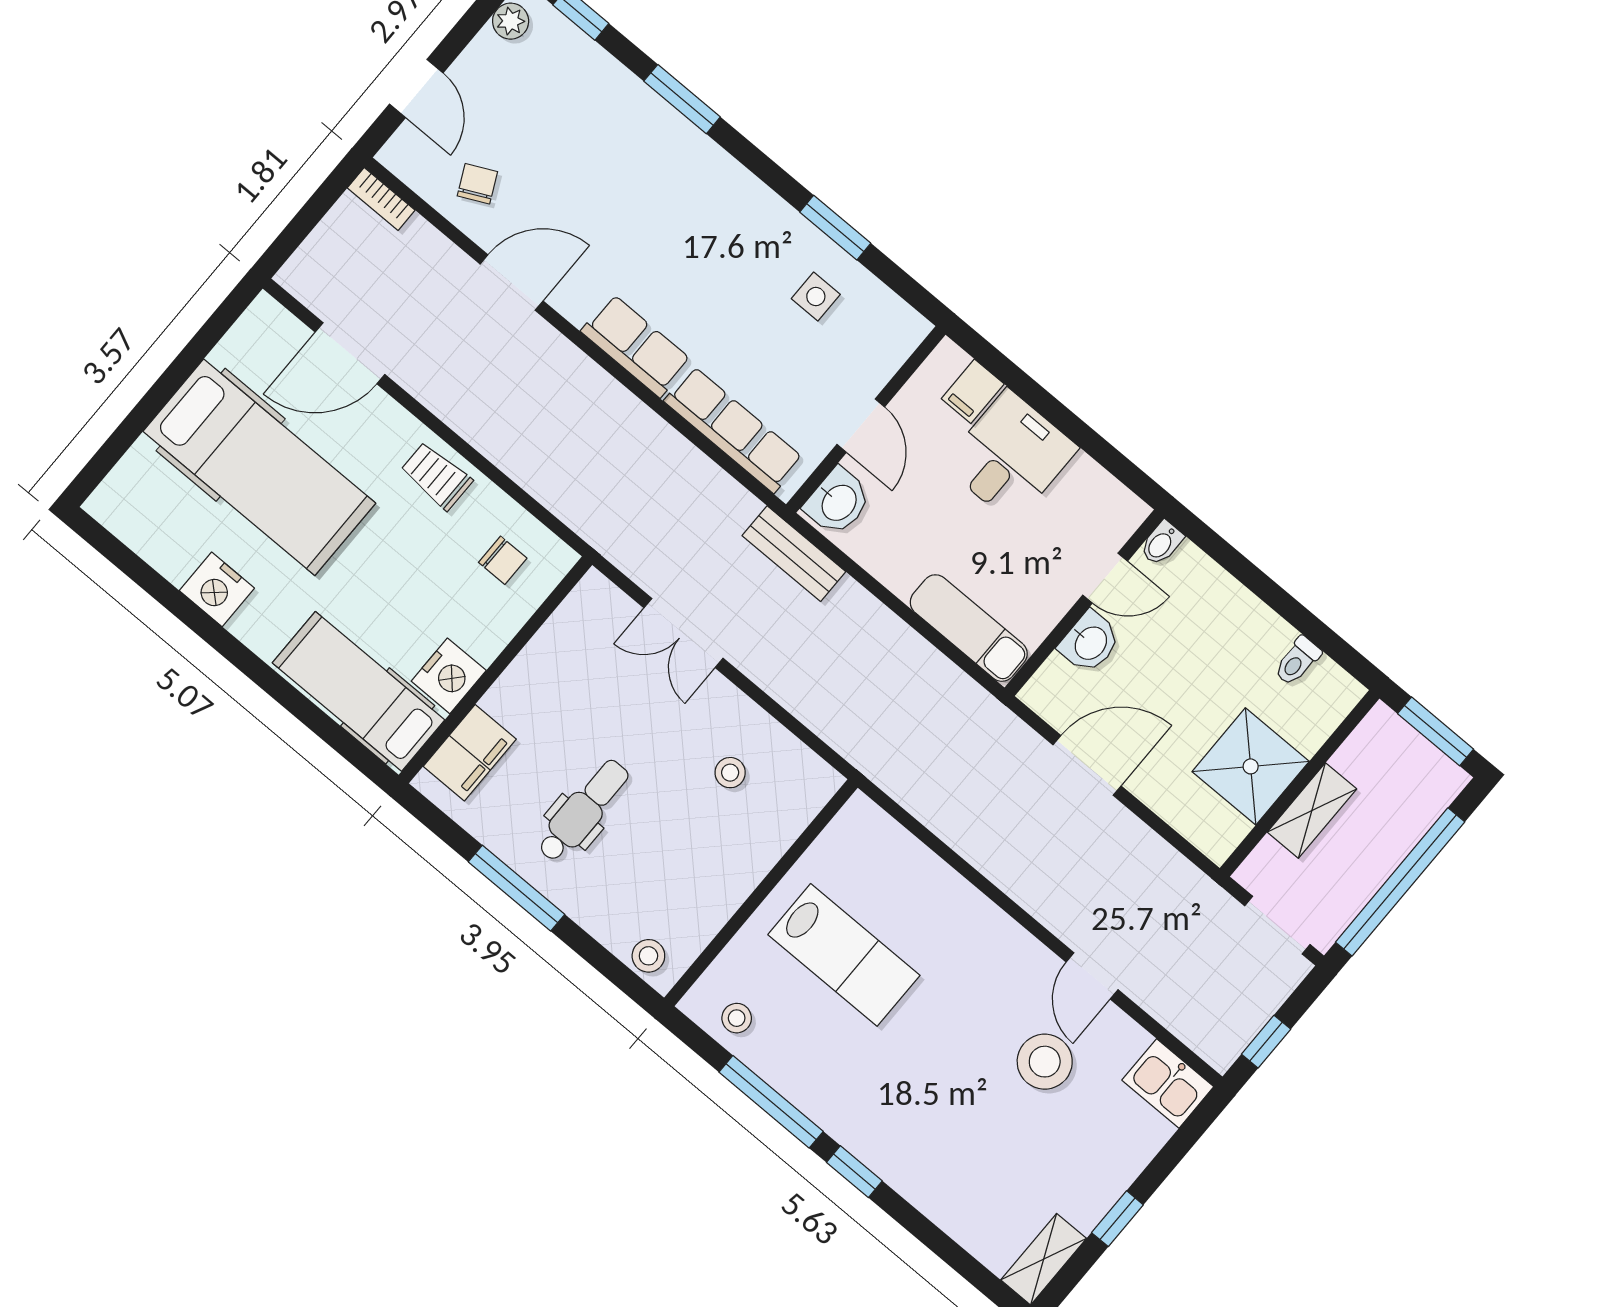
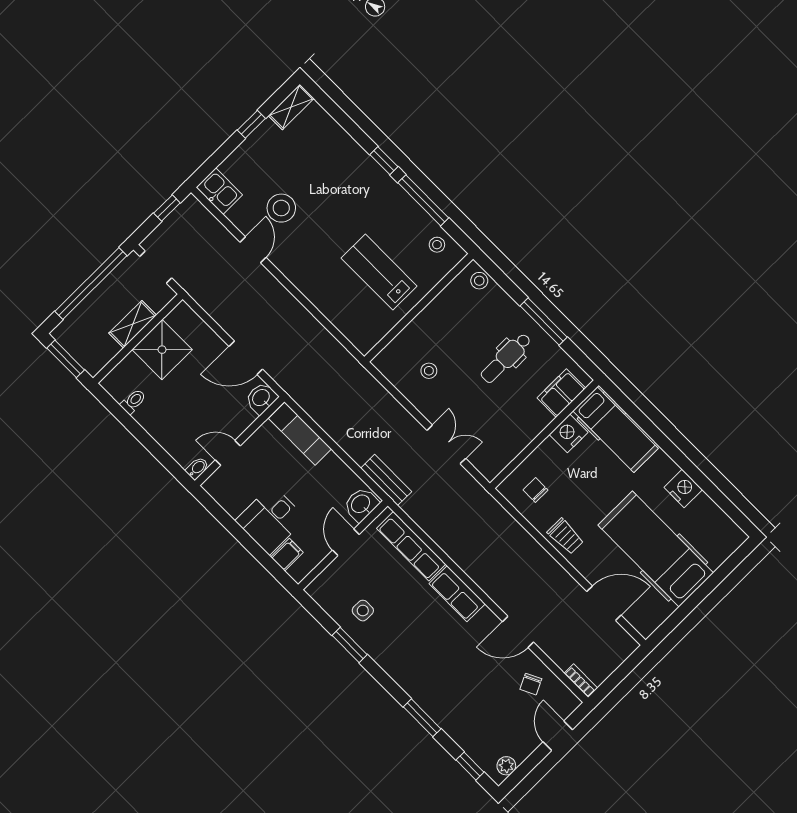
washbasin: (1090, 642) -> (261, 398), moved

